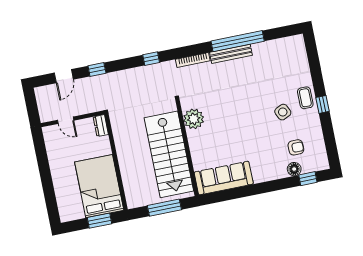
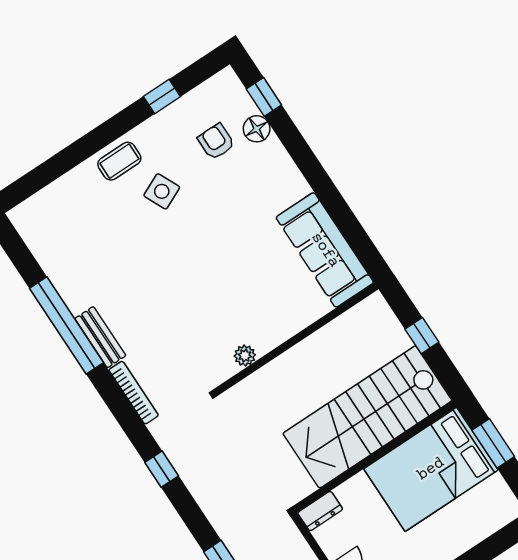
bench: (231, 54) -> (100, 337), width x0.73
window: (322, 104) -> (162, 97), moved
plant: (194, 119) -> (245, 356), width x0.53, depth x0.53
stairs: (169, 154) -> (367, 417), moved, turned 180
window: (164, 208) -> (422, 336), width x0.46

